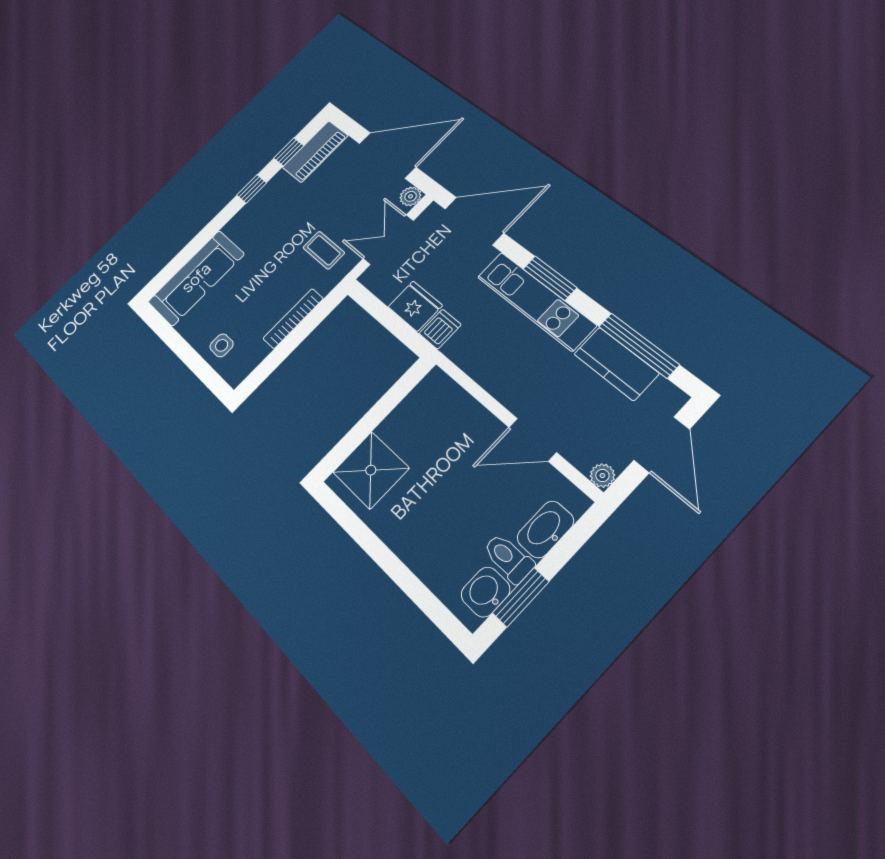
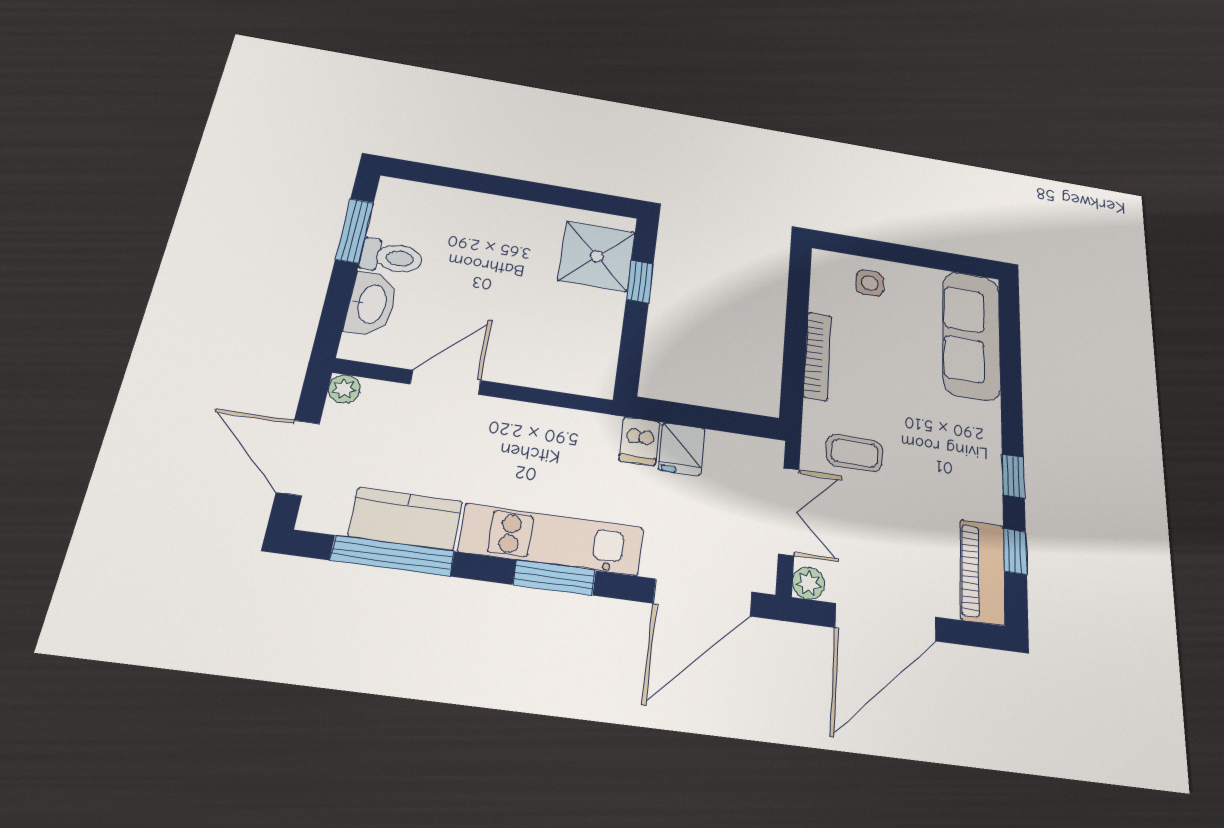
fridge: (415, 306) -> (682, 449), width x0.72
window: (358, 434) -> (640, 282), added
washbasin: (485, 592) -> (393, 216), removed

